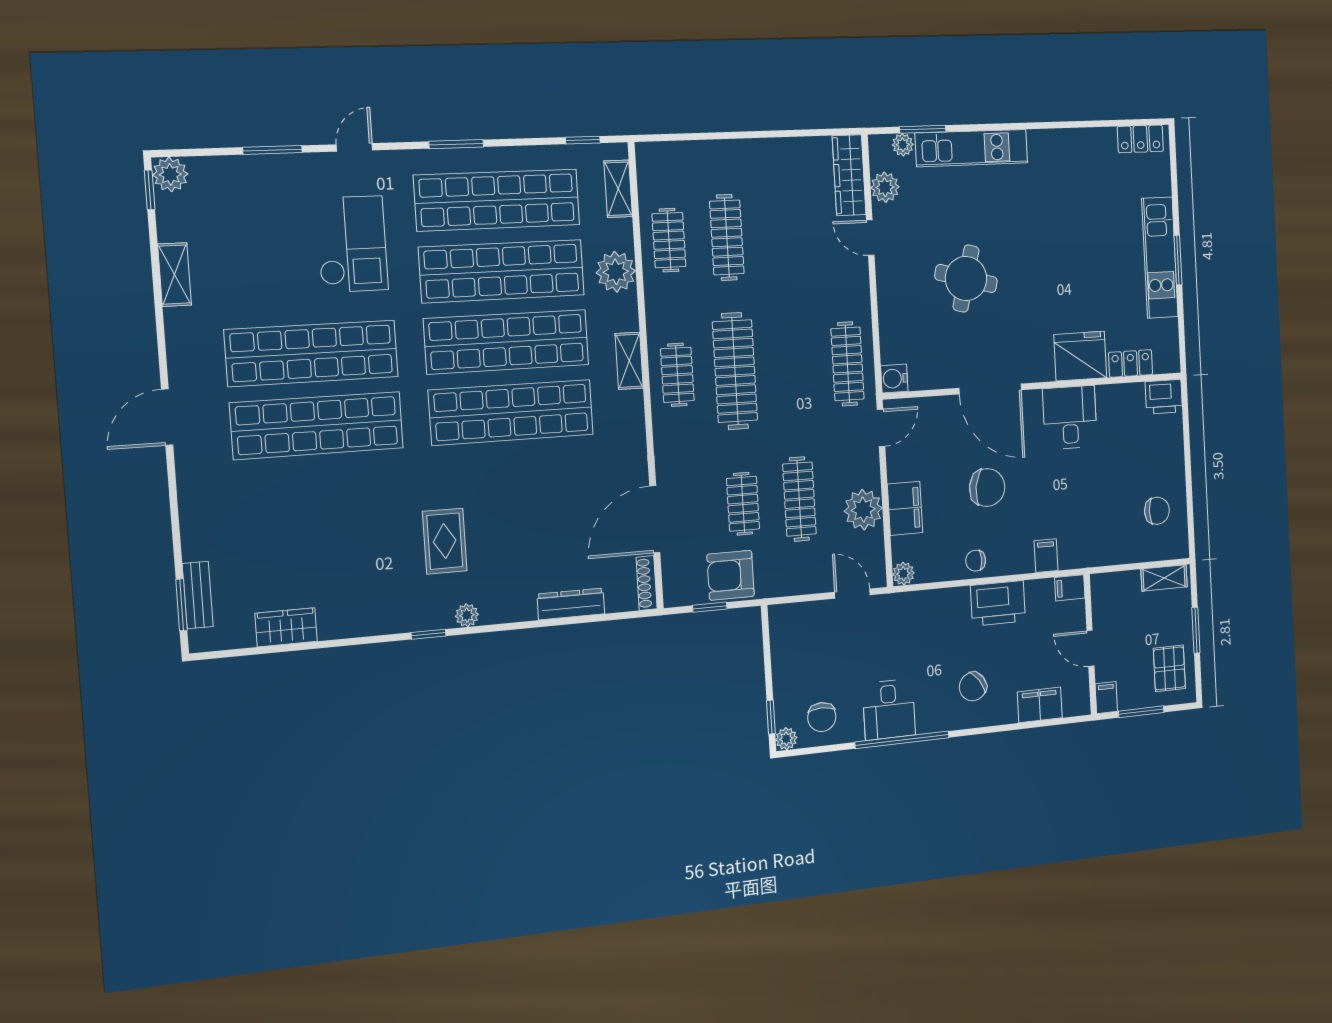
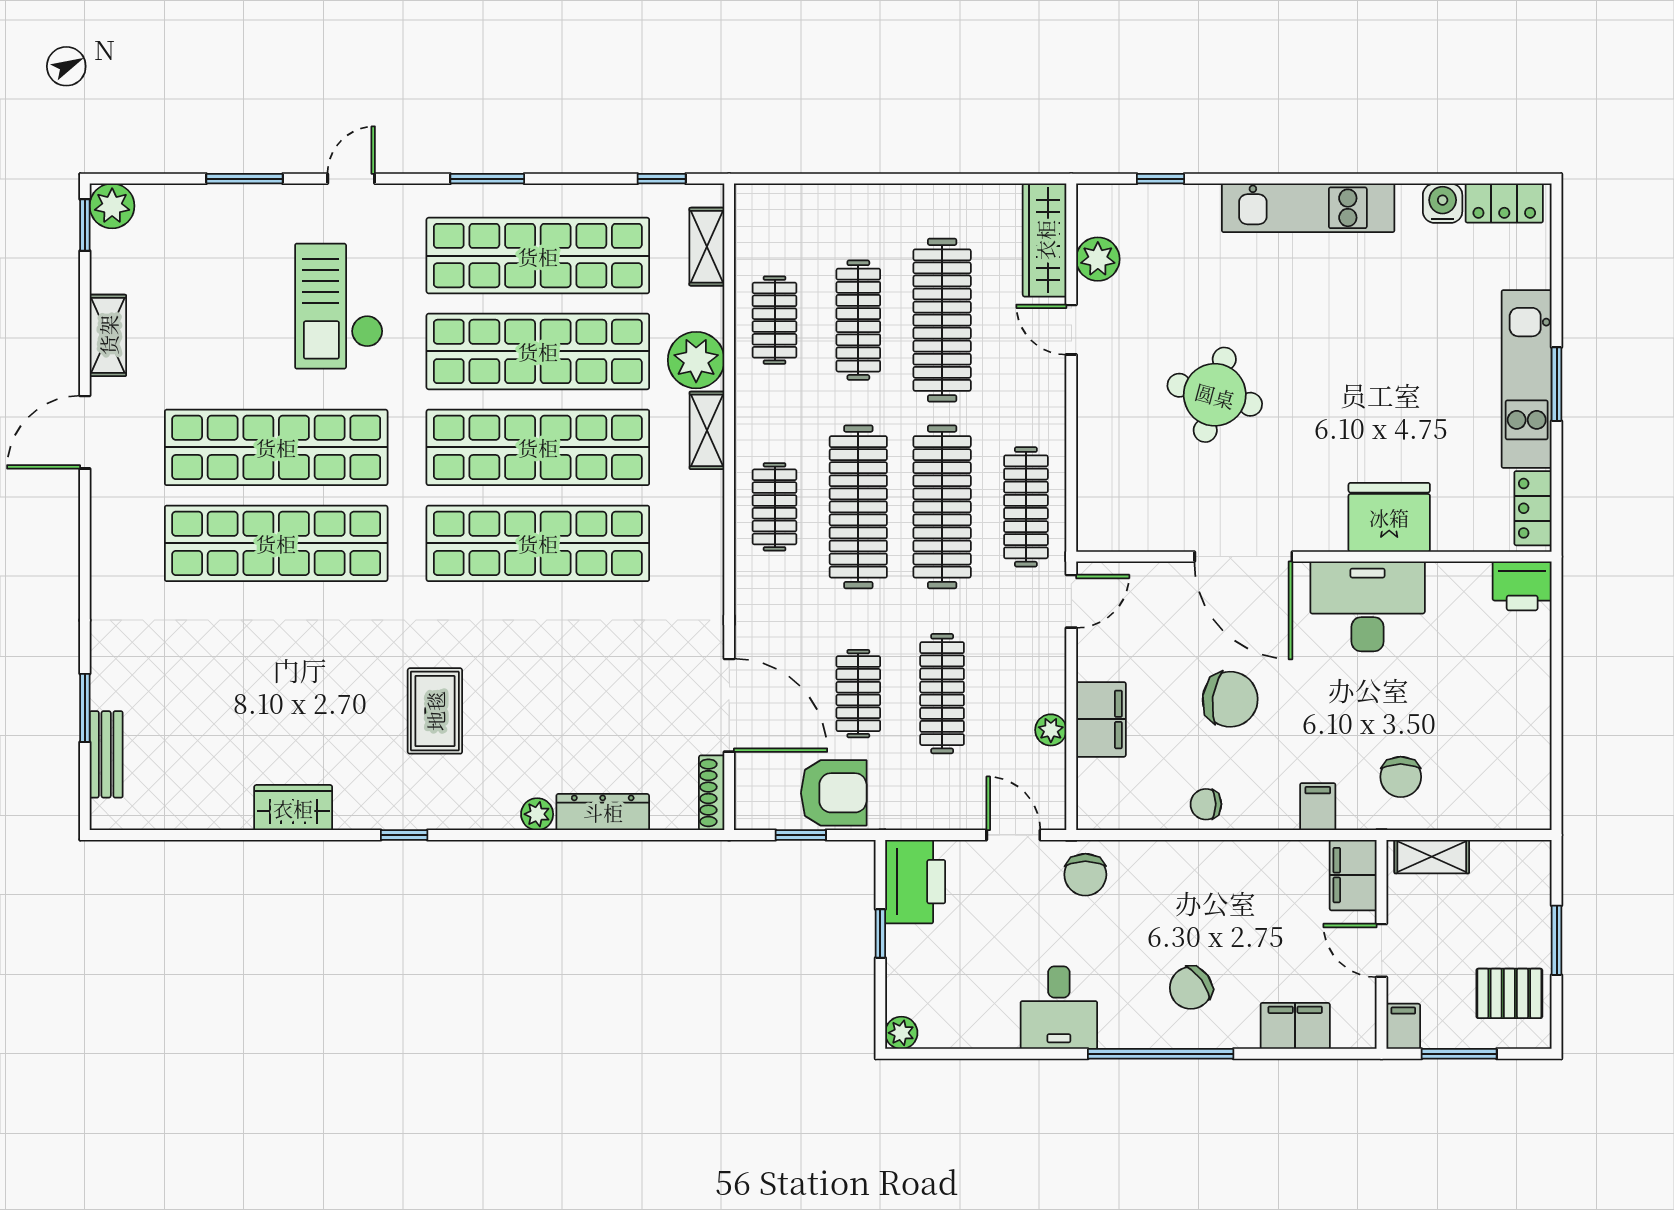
window: (923, 129) -> (1160, 179), width x0.67
plant: (903, 145) -> (1129, 200), removed
kitchen unit: (972, 148) -> (1308, 208), moved
clothes rail: (784, 235) -> (942, 320), added
checkout: (352, 244) -> (339, 306), turned 180
shelving: (629, 361) -> (707, 430), moved
locker: (1131, 363) -> (1533, 508), moved, turned -90
clothes rail: (792, 367) -> (942, 507), added
water cooler: (894, 379) -> (1443, 203), moved, turned 90
door: (167, 417) -> (85, 432), moved
desk: (1070, 417) -> (1368, 606), width x1.37
plant: (863, 510) -> (1051, 730), width x0.53, depth x0.53
chair: (1157, 511) -> (1401, 777), moved, turned 90
door: (655, 519) -> (729, 705), swing flipped
plant: (903, 574) -> (1093, 813), removed
armchair: (731, 575) -> (834, 793), turned 180
shelving: (1164, 578) -> (1432, 857), moved
filing cabinet: (1070, 588) -> (1353, 875), width x2.00
printer: (998, 603) -> (915, 882), moved, turned -90
window: (182, 605) -> (85, 708), moved
plant: (467, 615) -> (537, 814), moved
wardrobe: (286, 627) -> (293, 808), moved
pallet: (1169, 668) -> (1509, 993), turned 90
window: (771, 717) -> (880, 933), moved
chair: (822, 717) -> (1085, 875), moved
window: (902, 740) -> (1161, 1054), moved

